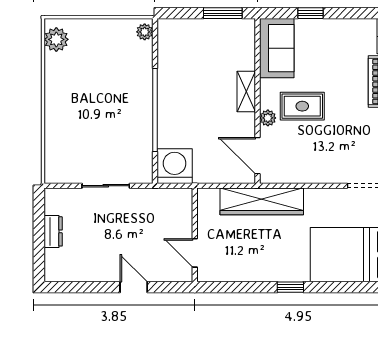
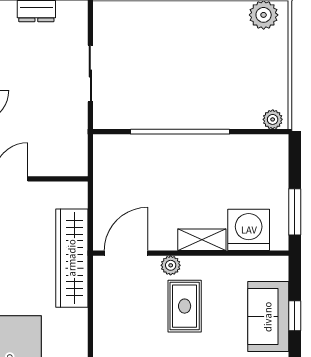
sofa: (277, 48) -> (268, 317), moved, turned 90
washing machine: (175, 166) -> (249, 230), moved, turned -90

